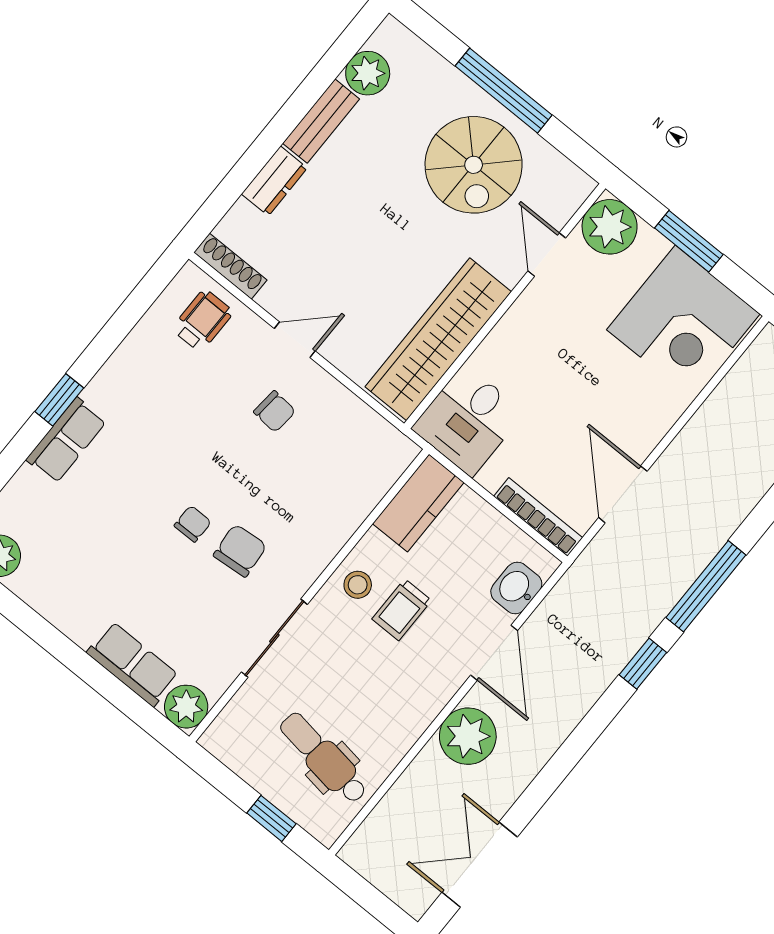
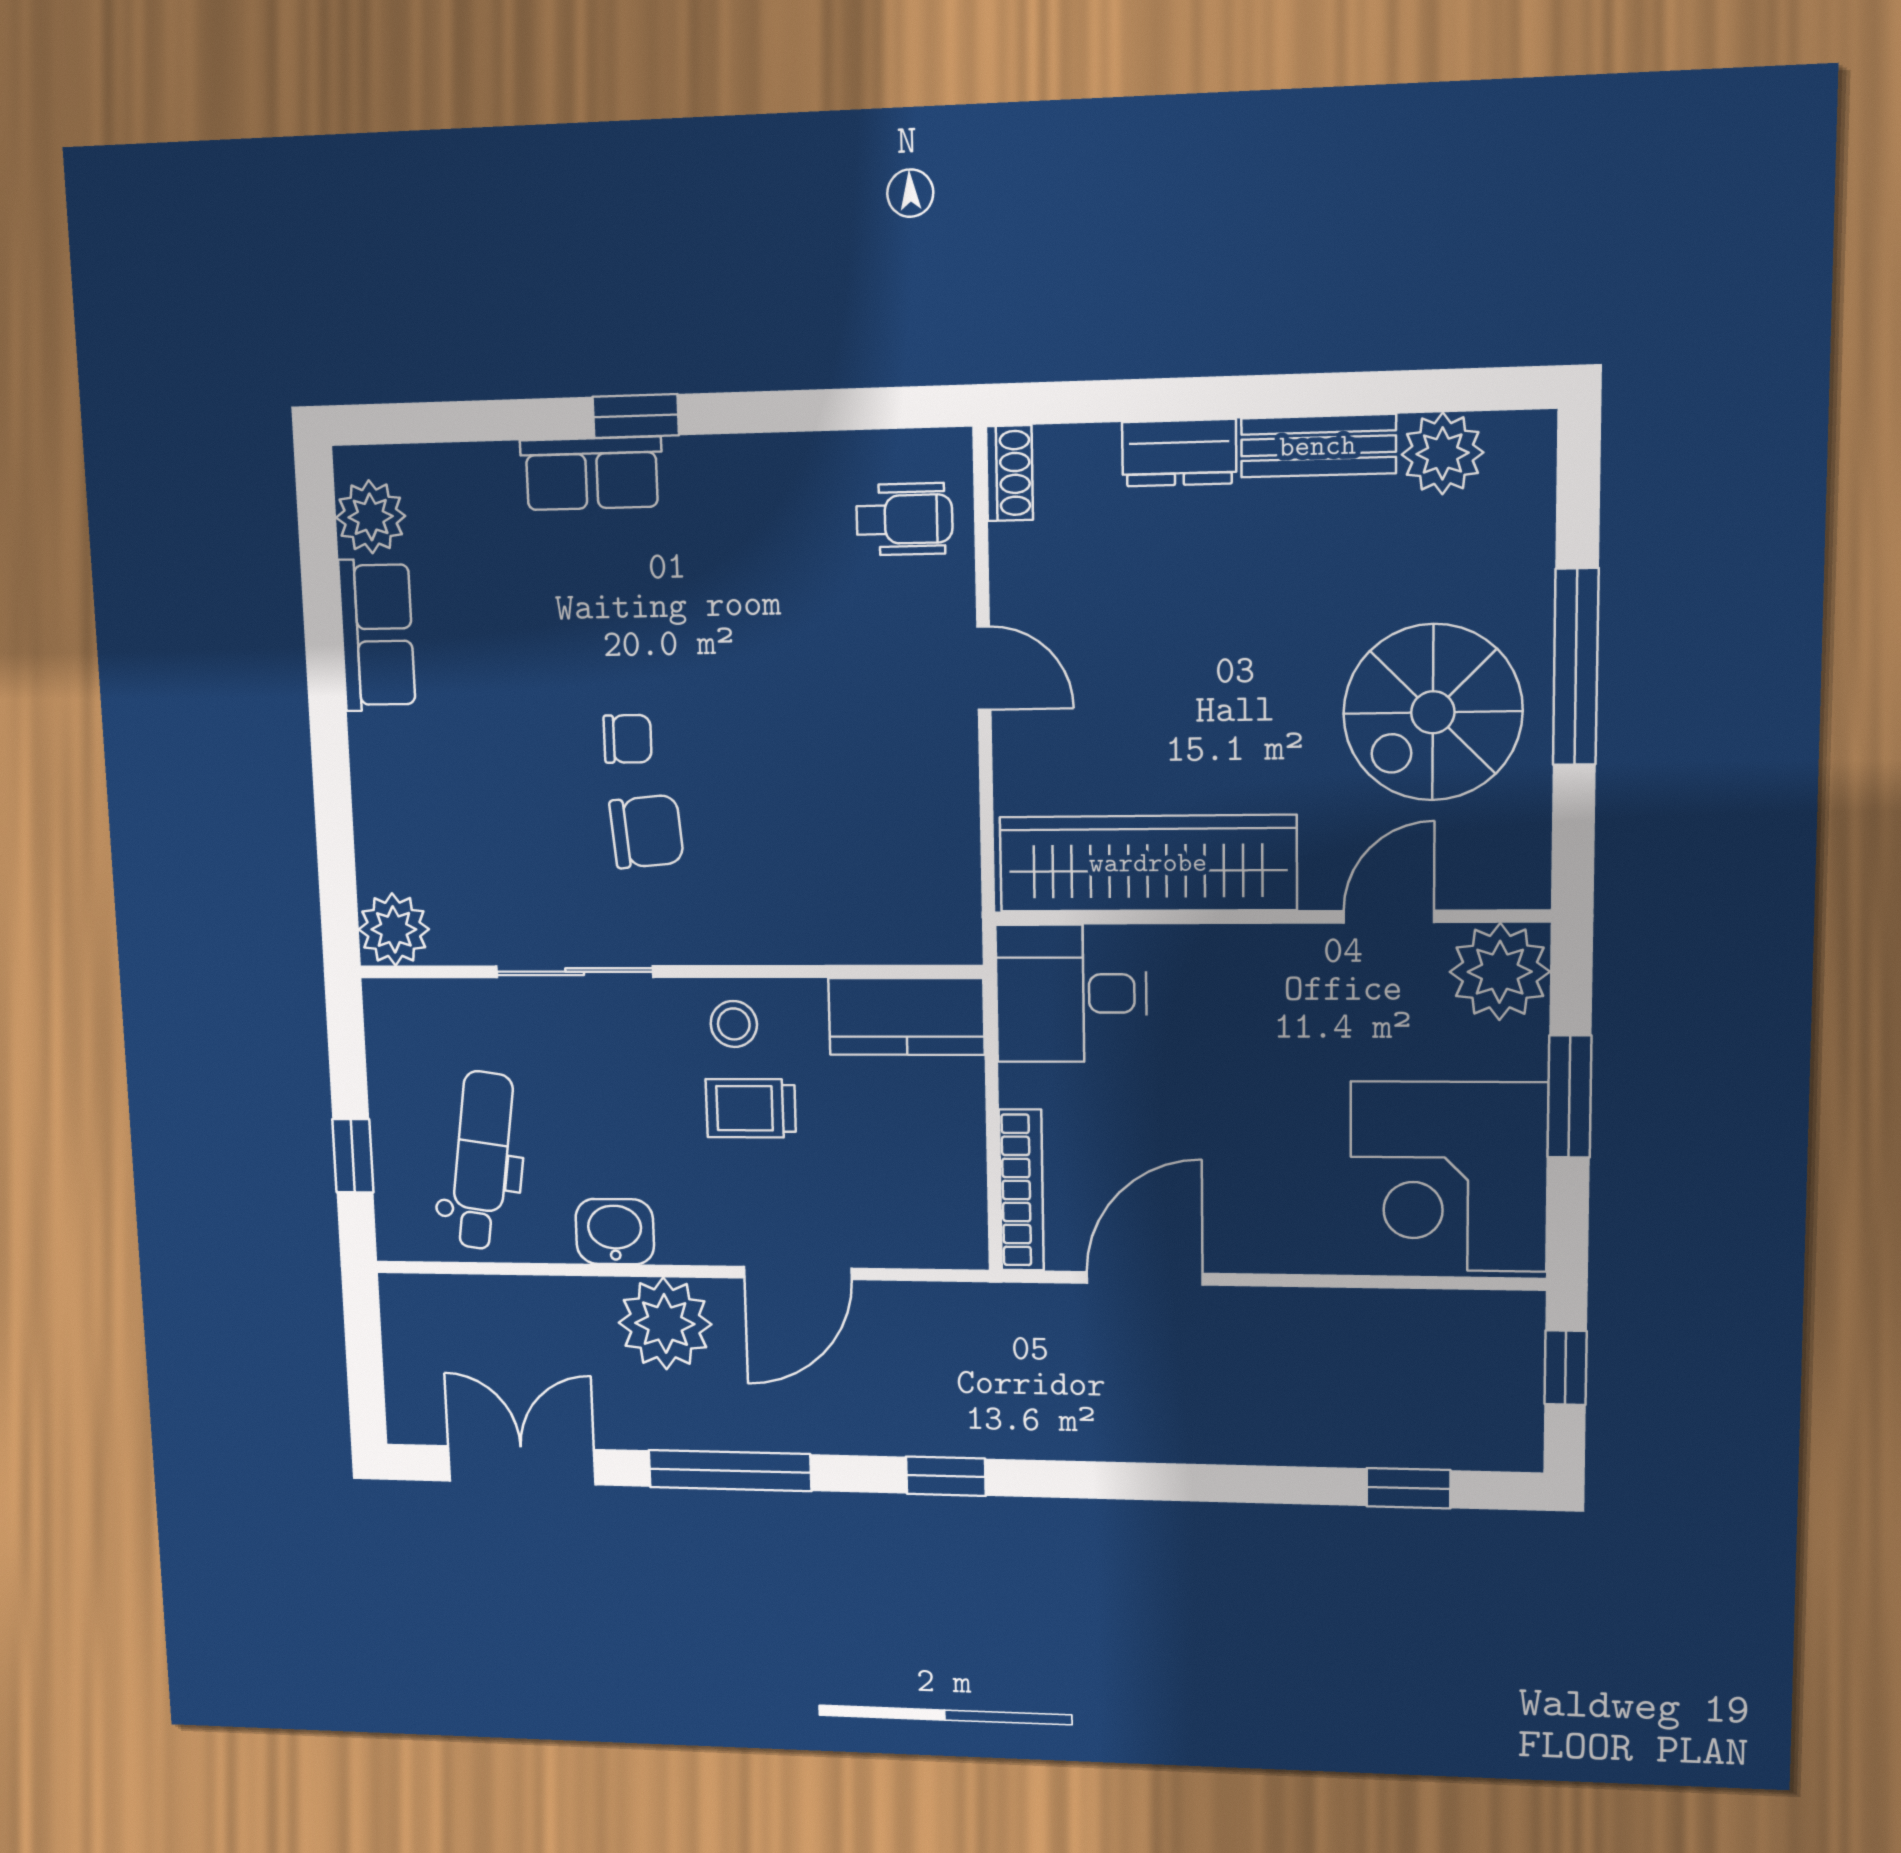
shoe rack: (230, 266) -> (1009, 473), width x0.70
chair: (275, 411) -> (865, 723), removed
window: (706, 586) -> (730, 1471), moved
washbasin: (516, 588) -> (615, 1232), moved
row of seats: (133, 664) -> (377, 635), moved

